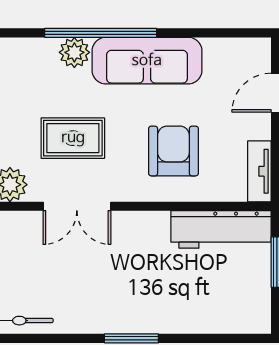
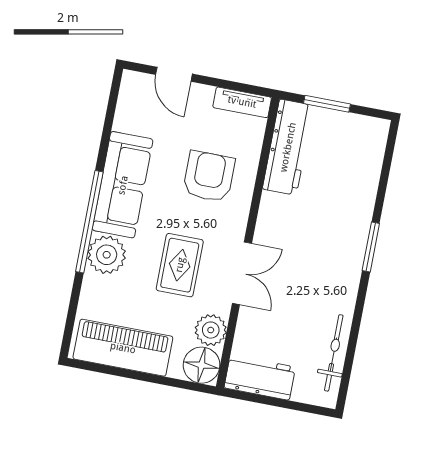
plant: (74, 52) -> (107, 255), width x1.36, depth x1.36
armchair: (173, 151) -> (209, 176), turned 90

